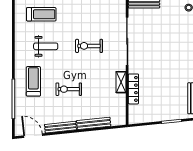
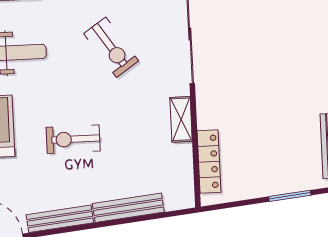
exercise bike: (89, 46) -> (111, 47), turned -124
locker: (133, 89) -> (209, 162), moved

